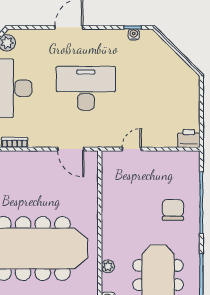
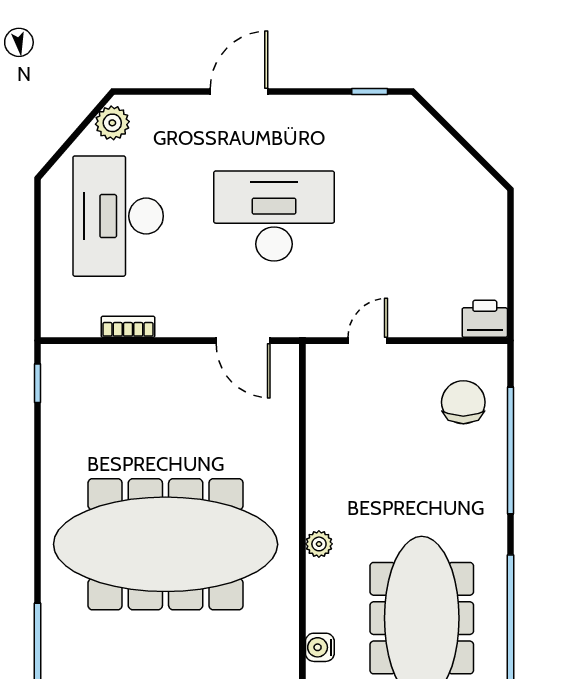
water cooler: (134, 34) -> (372, 106), removed
chair: (173, 210) -> (463, 402), moved
plant: (108, 266) -> (319, 544), moved

